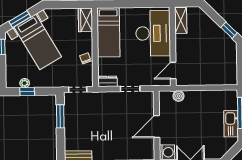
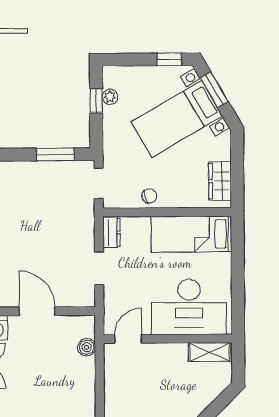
wardrobe: (85, 20) -> (220, 181), moved, turned -90
door: (173, 71) -> (128, 339), hinge flipped

